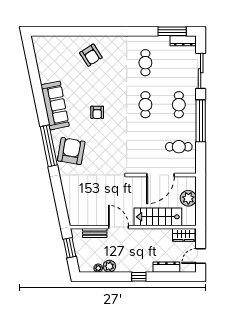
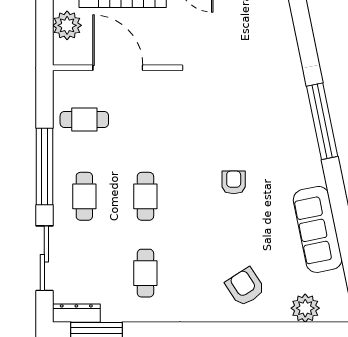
plant: (58, 44) -> (305, 308), added
sofa: (55, 105) -> (318, 229), moved
armchair: (71, 151) -> (281, 112), removed
door: (161, 175) -> (118, 68), hinge flipped

